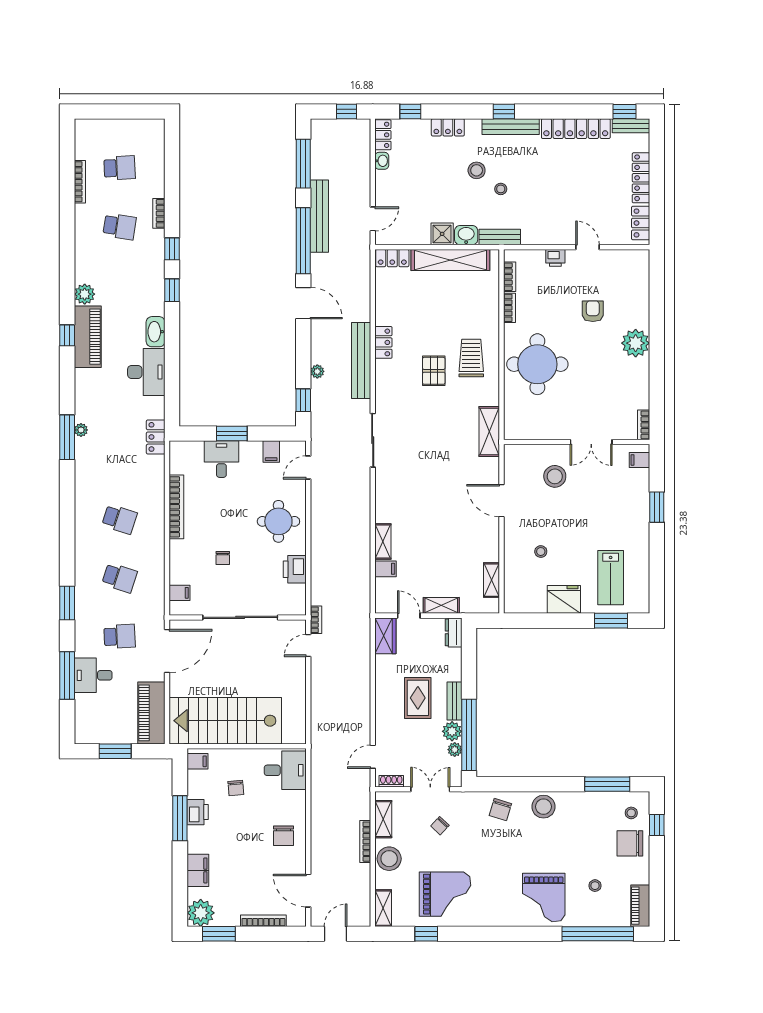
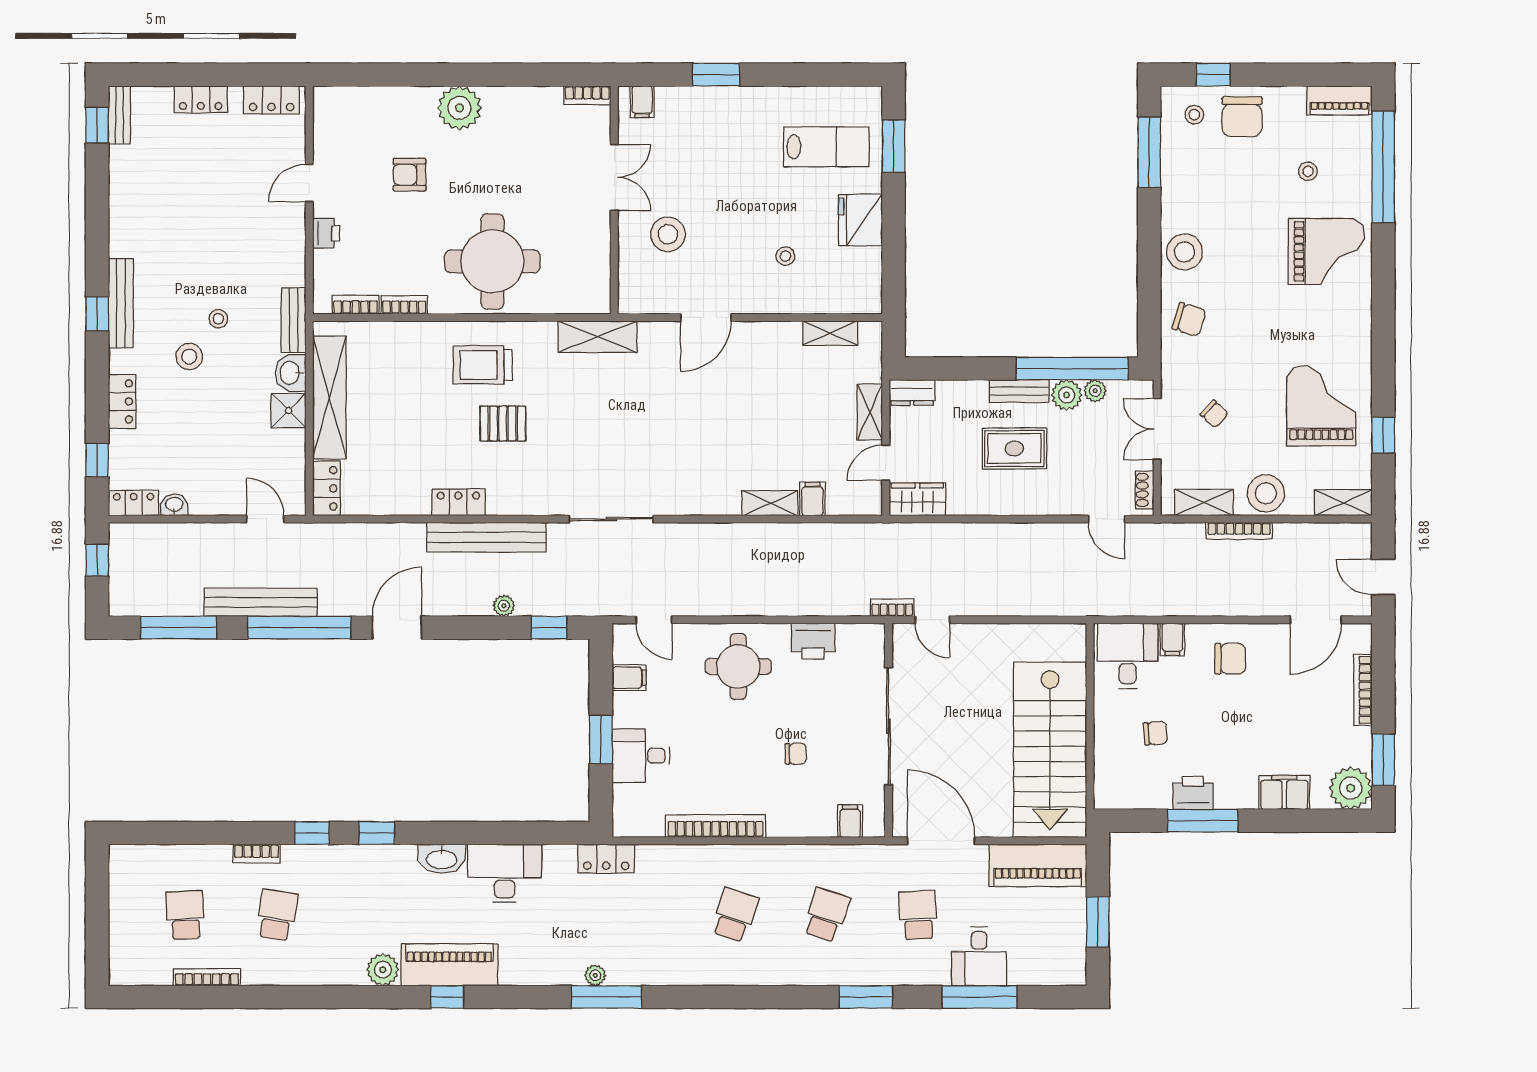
locker: (576, 129) -> (124, 201), removed
locker: (641, 178) -> (201, 99), width x0.66
filing cabinet: (197, 761) -> (1172, 639), moved, turned 180

